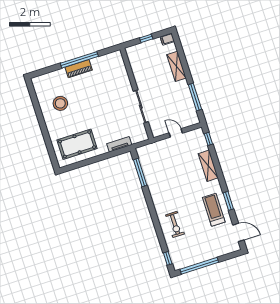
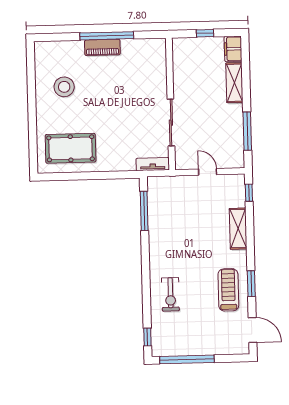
filing cabinet: (167, 39) -> (233, 49), width x2.00
tv unit: (119, 144) -> (153, 164), moved

